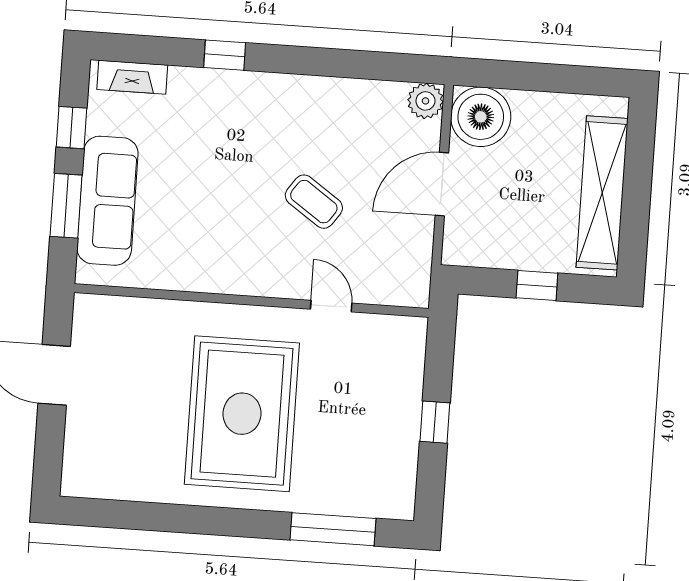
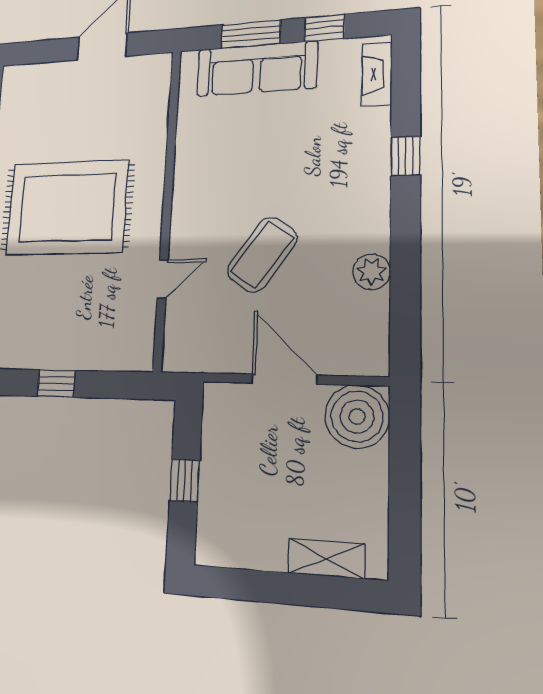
plant: (425, 101) -> (372, 272), moved
shelving: (602, 193) -> (326, 559), width x0.45, depth x0.75
coffee table: (314, 202) -> (262, 255), width x1.36, depth x1.30

